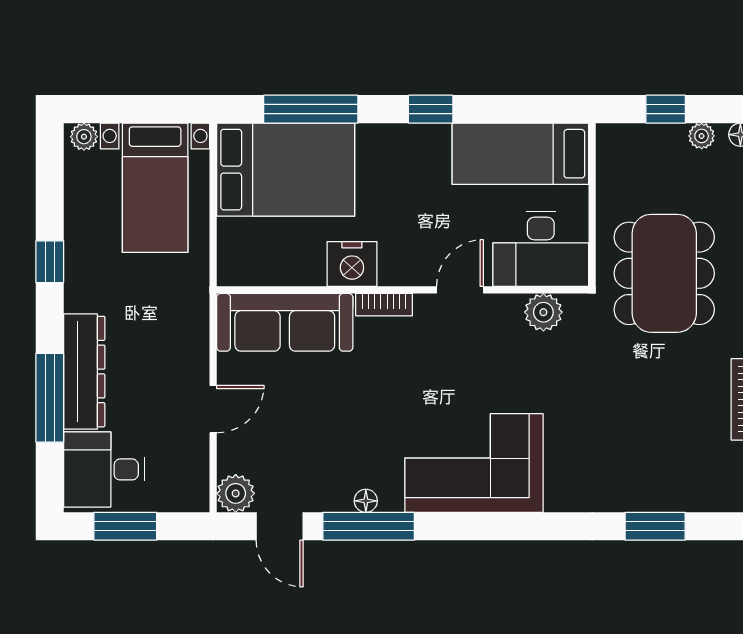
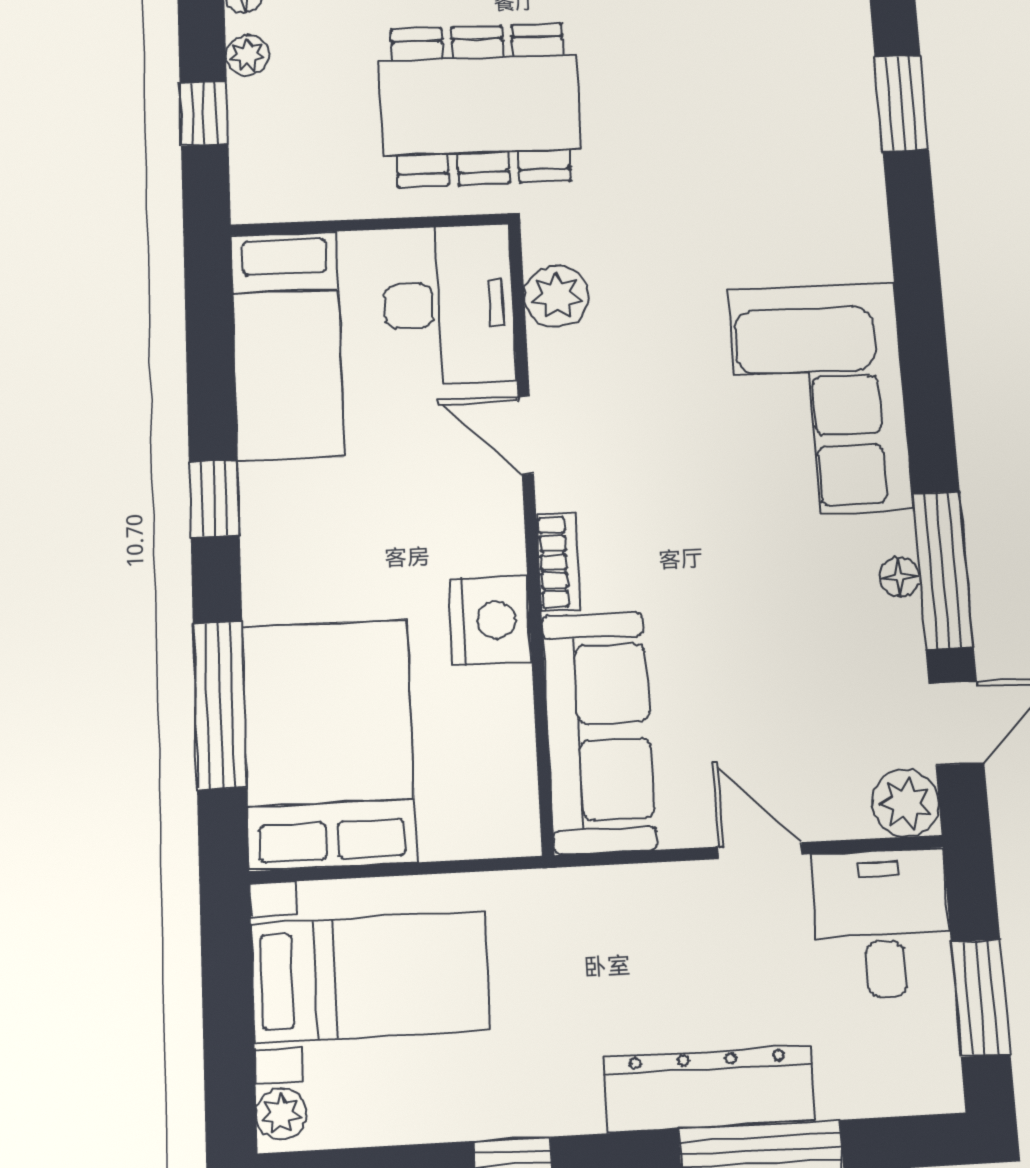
desk: (104, 469) -> (882, 923), moved, turned 180

